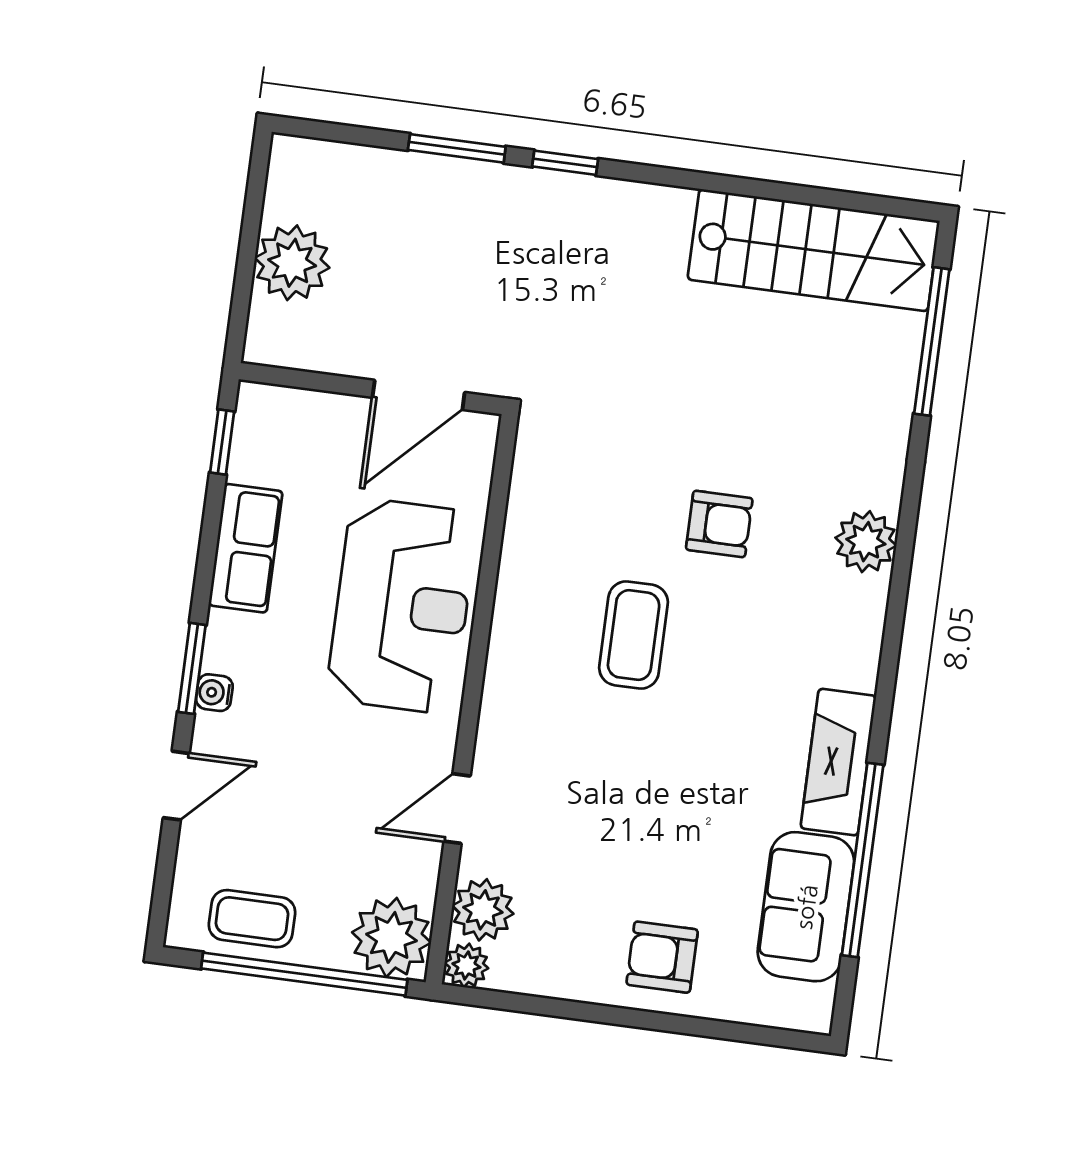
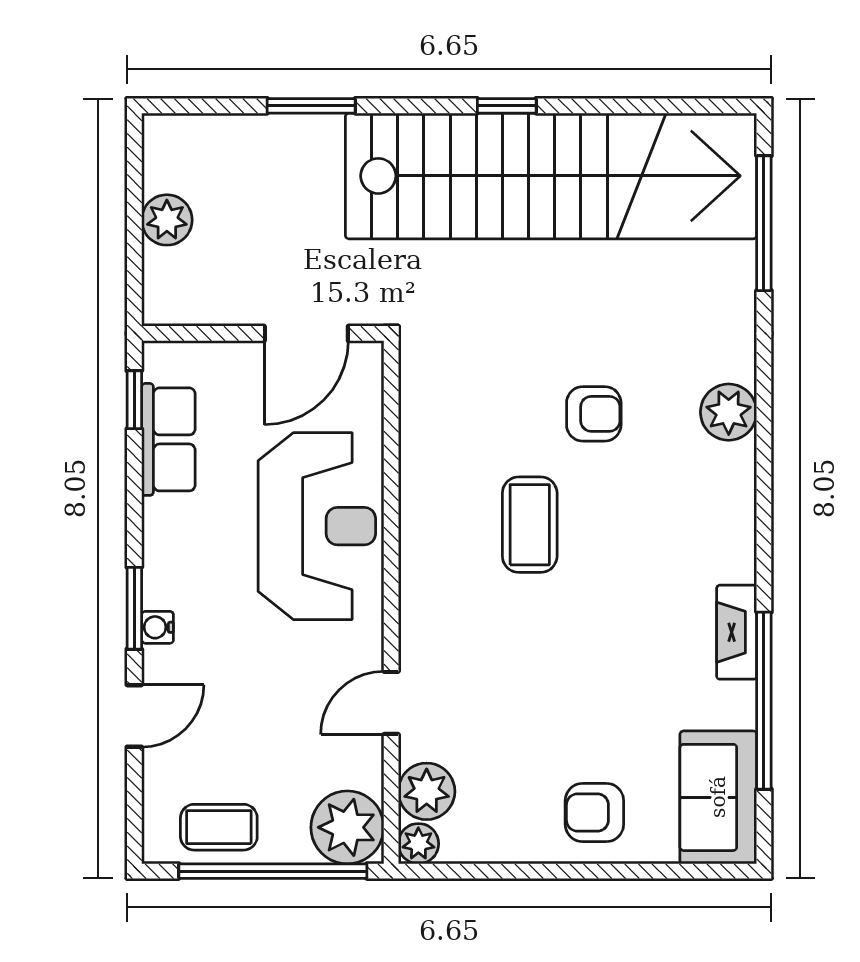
window: (565, 163) -> (507, 106), moved
stairs: (814, 250) -> (551, 176), width x1.86, depth x1.51
plant: (292, 263) -> (167, 220), width x0.73, depth x0.73
row of seats: (246, 548) -> (168, 439), moved
fireplace: (838, 762) -> (737, 632), width x0.73, depth x0.76
sofa: (806, 907) -> (718, 797), moved

